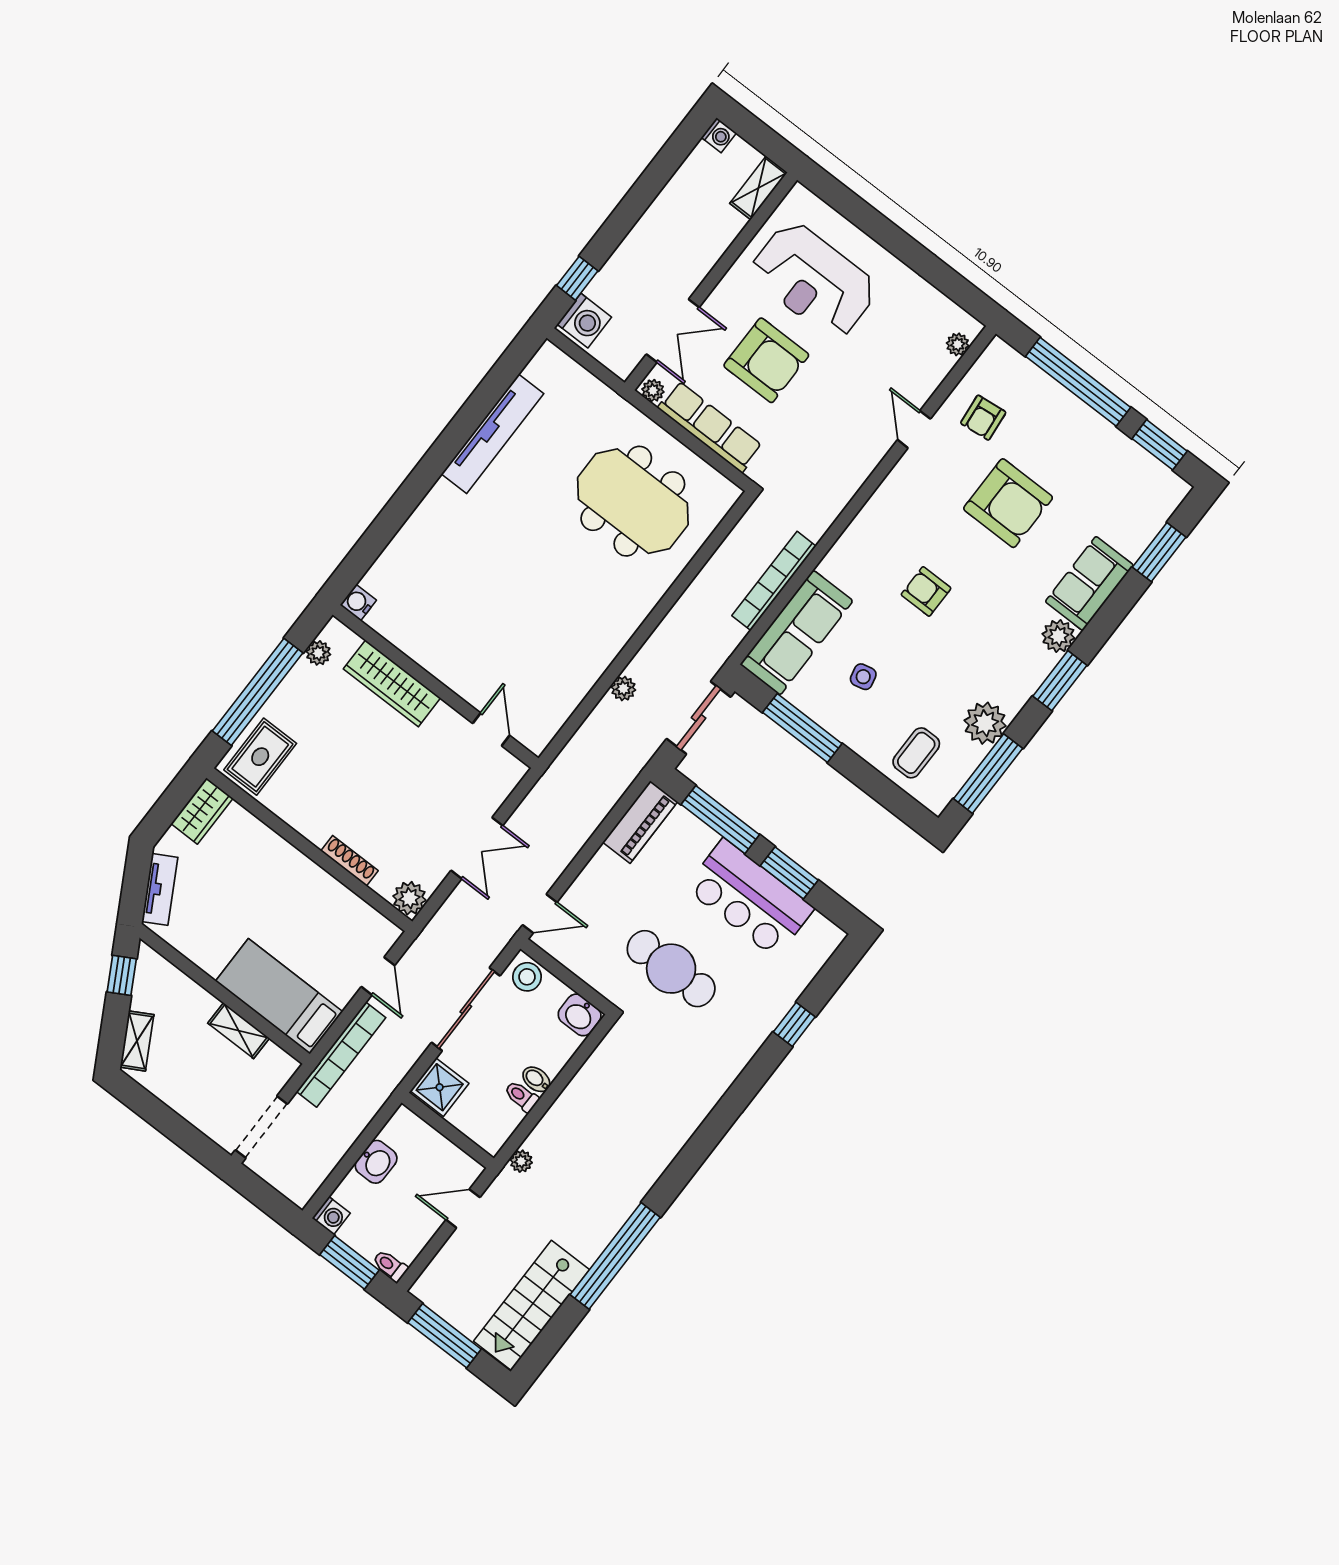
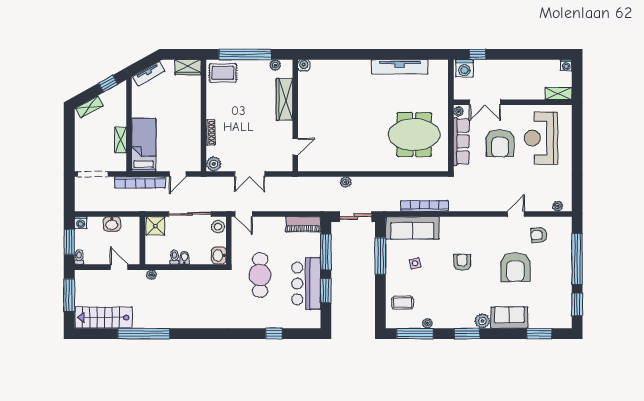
meeting table: (633, 501) -> (414, 135), turned 90
plant: (985, 723) -> (427, 323), width x0.53, depth x0.53

